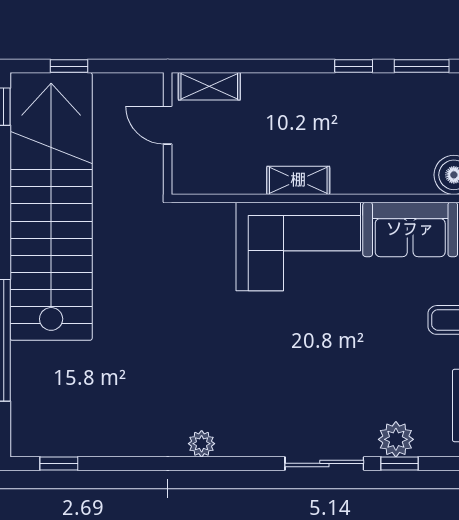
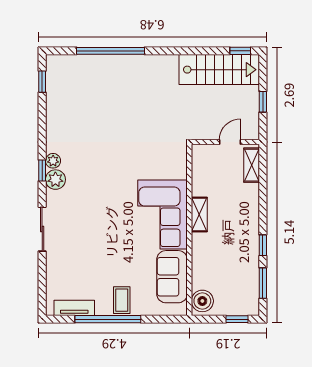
window: (69, 66) -> (263, 102), moved
stairs: (51, 206) -> (219, 70), width x0.54, depth x0.66
plant: (396, 439) -> (55, 180), moved
window: (399, 463) -> (42, 170), moved

